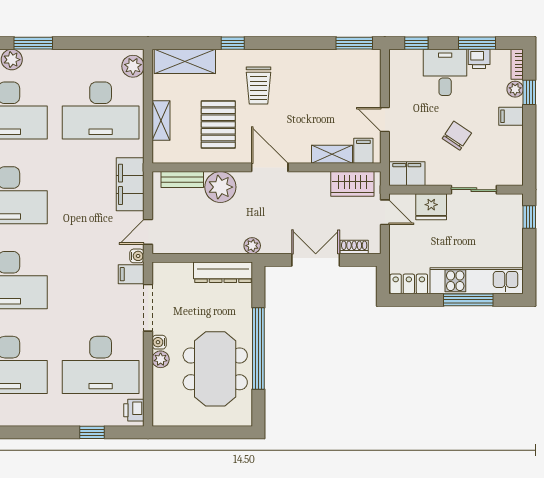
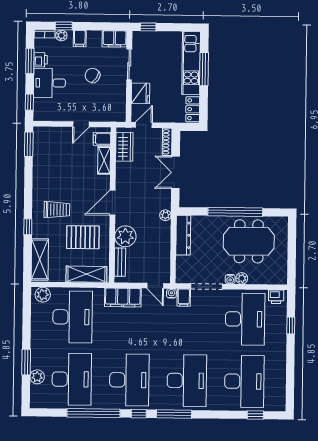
shelving: (161, 120) -> (86, 274), width x1.50, depth x1.33
filing cabinet: (407, 174) -> (115, 39), moved, turned -90
shoe rack: (354, 247) -> (167, 142), width x1.43

